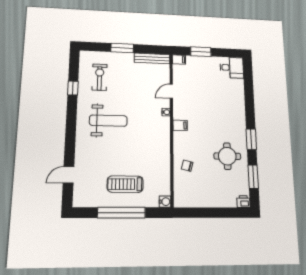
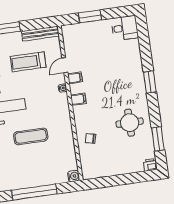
filing cabinet: (179, 60) -> (75, 78), moved
window: (251, 139) -> (150, 82), moved
exercise mat: (127, 154) -> (31, 136), added
treadmill: (125, 184) -> (28, 62), moved

